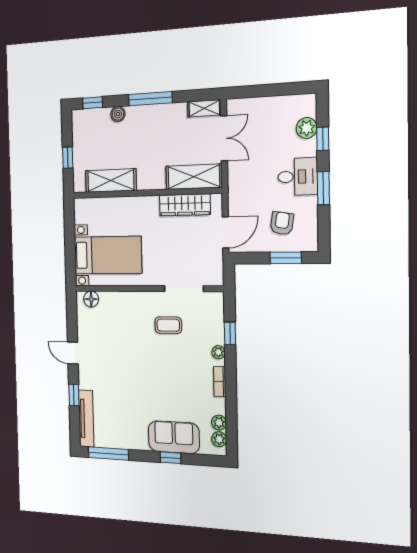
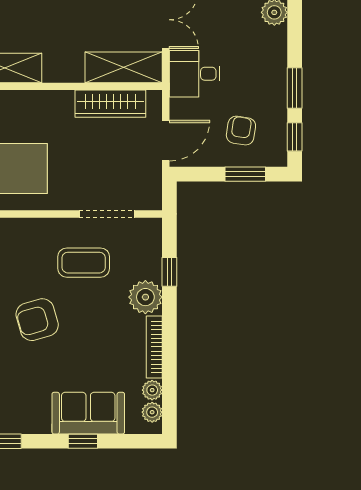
window: (323, 139) -> (295, 137), moved
desk: (298, 177) -> (195, 74), moved, turned 180
coffee table: (168, 325) -> (84, 263), width x1.36, depth x1.30
plant: (218, 352) -> (145, 297), width x1.88, depth x1.88
armchair: (137, 367) -> (37, 320), added
bookcase: (220, 382) -> (154, 347), width x1.56

